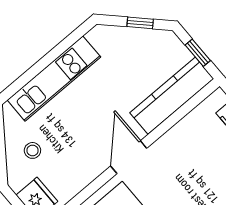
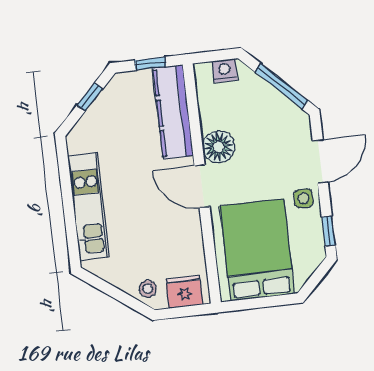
floor lamp: (168, 149) -> (219, 147), added
stool: (32, 150) -> (148, 289), moved

